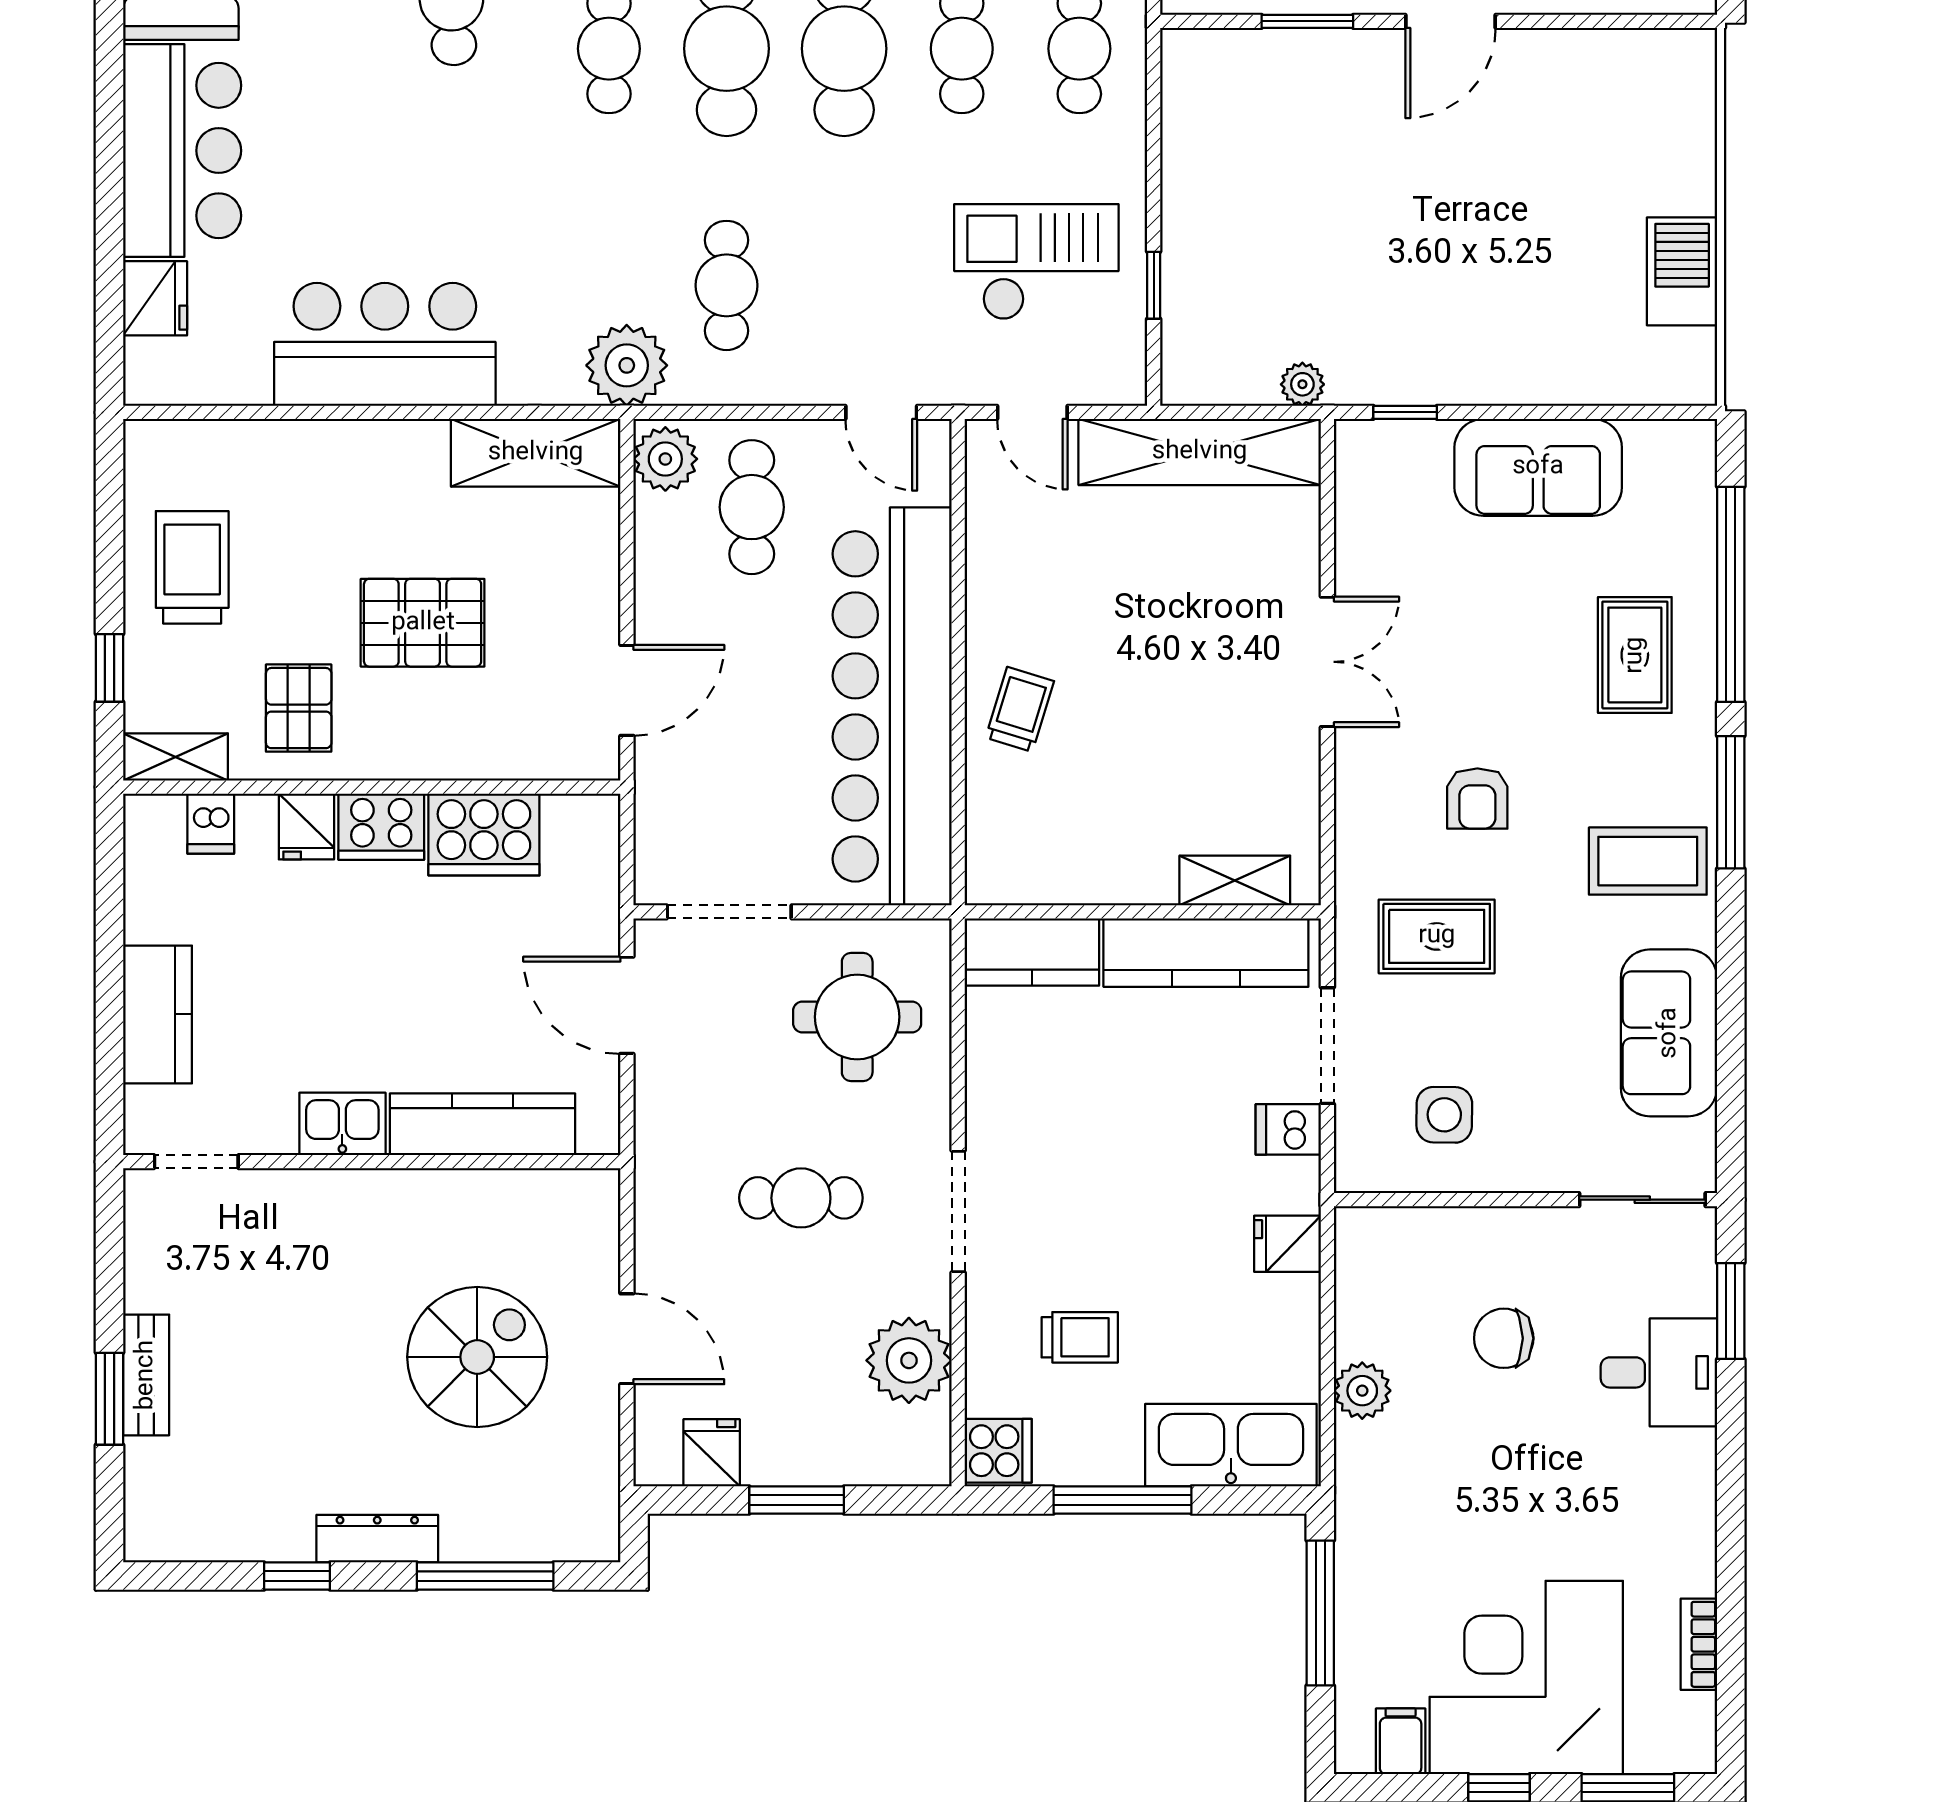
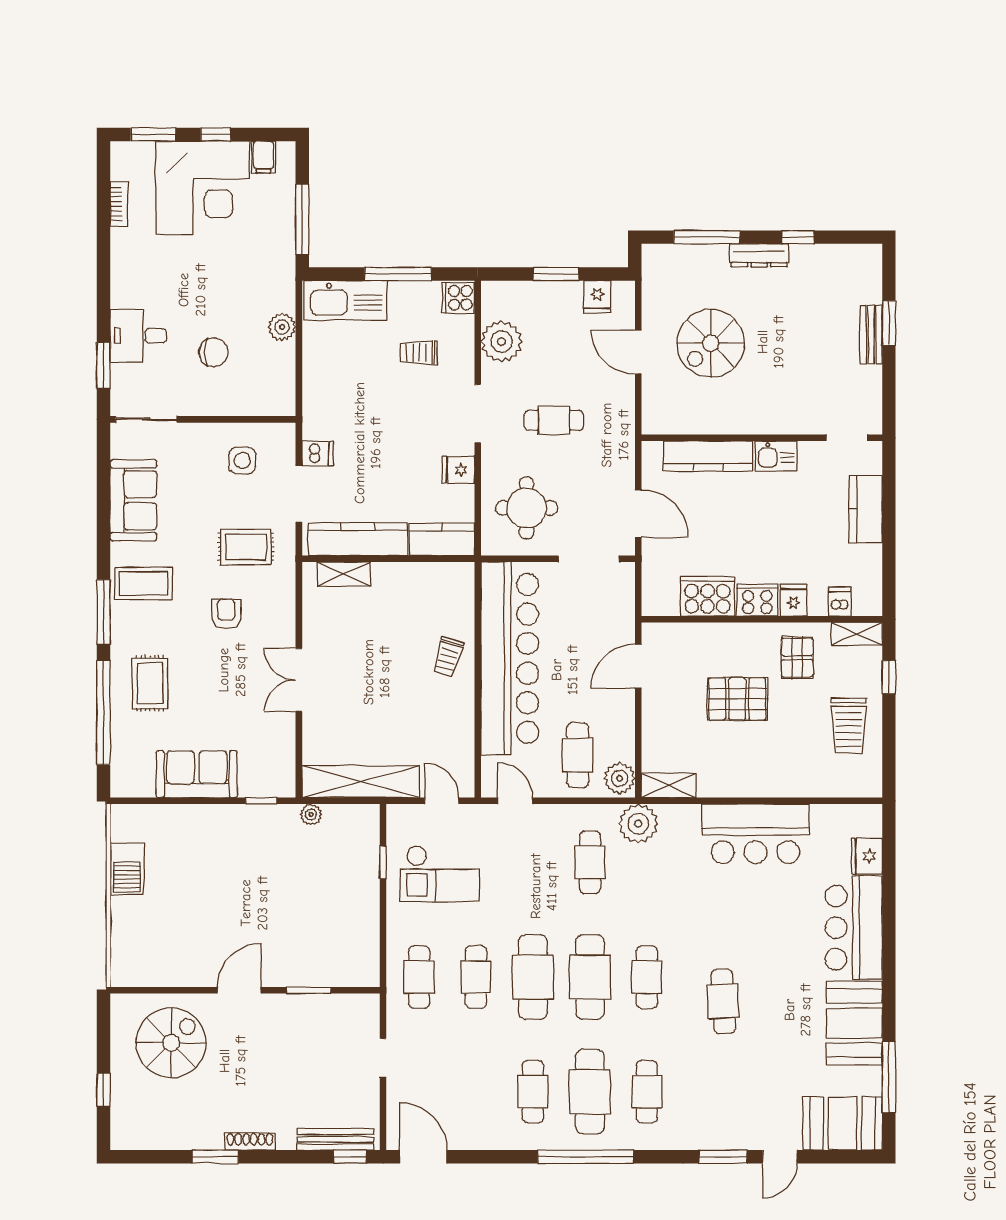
shelving: (536, 453) -> (669, 785), width x0.67, depth x0.75
fridge: (1287, 1244) -> (458, 470), moved, turned 180

